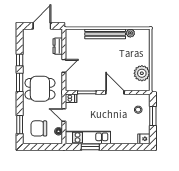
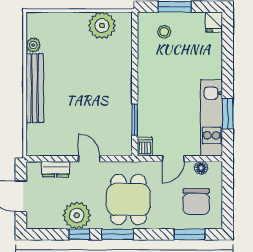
plant: (31, 59) -> (77, 215), added
door: (115, 92) -> (135, 71), removed

